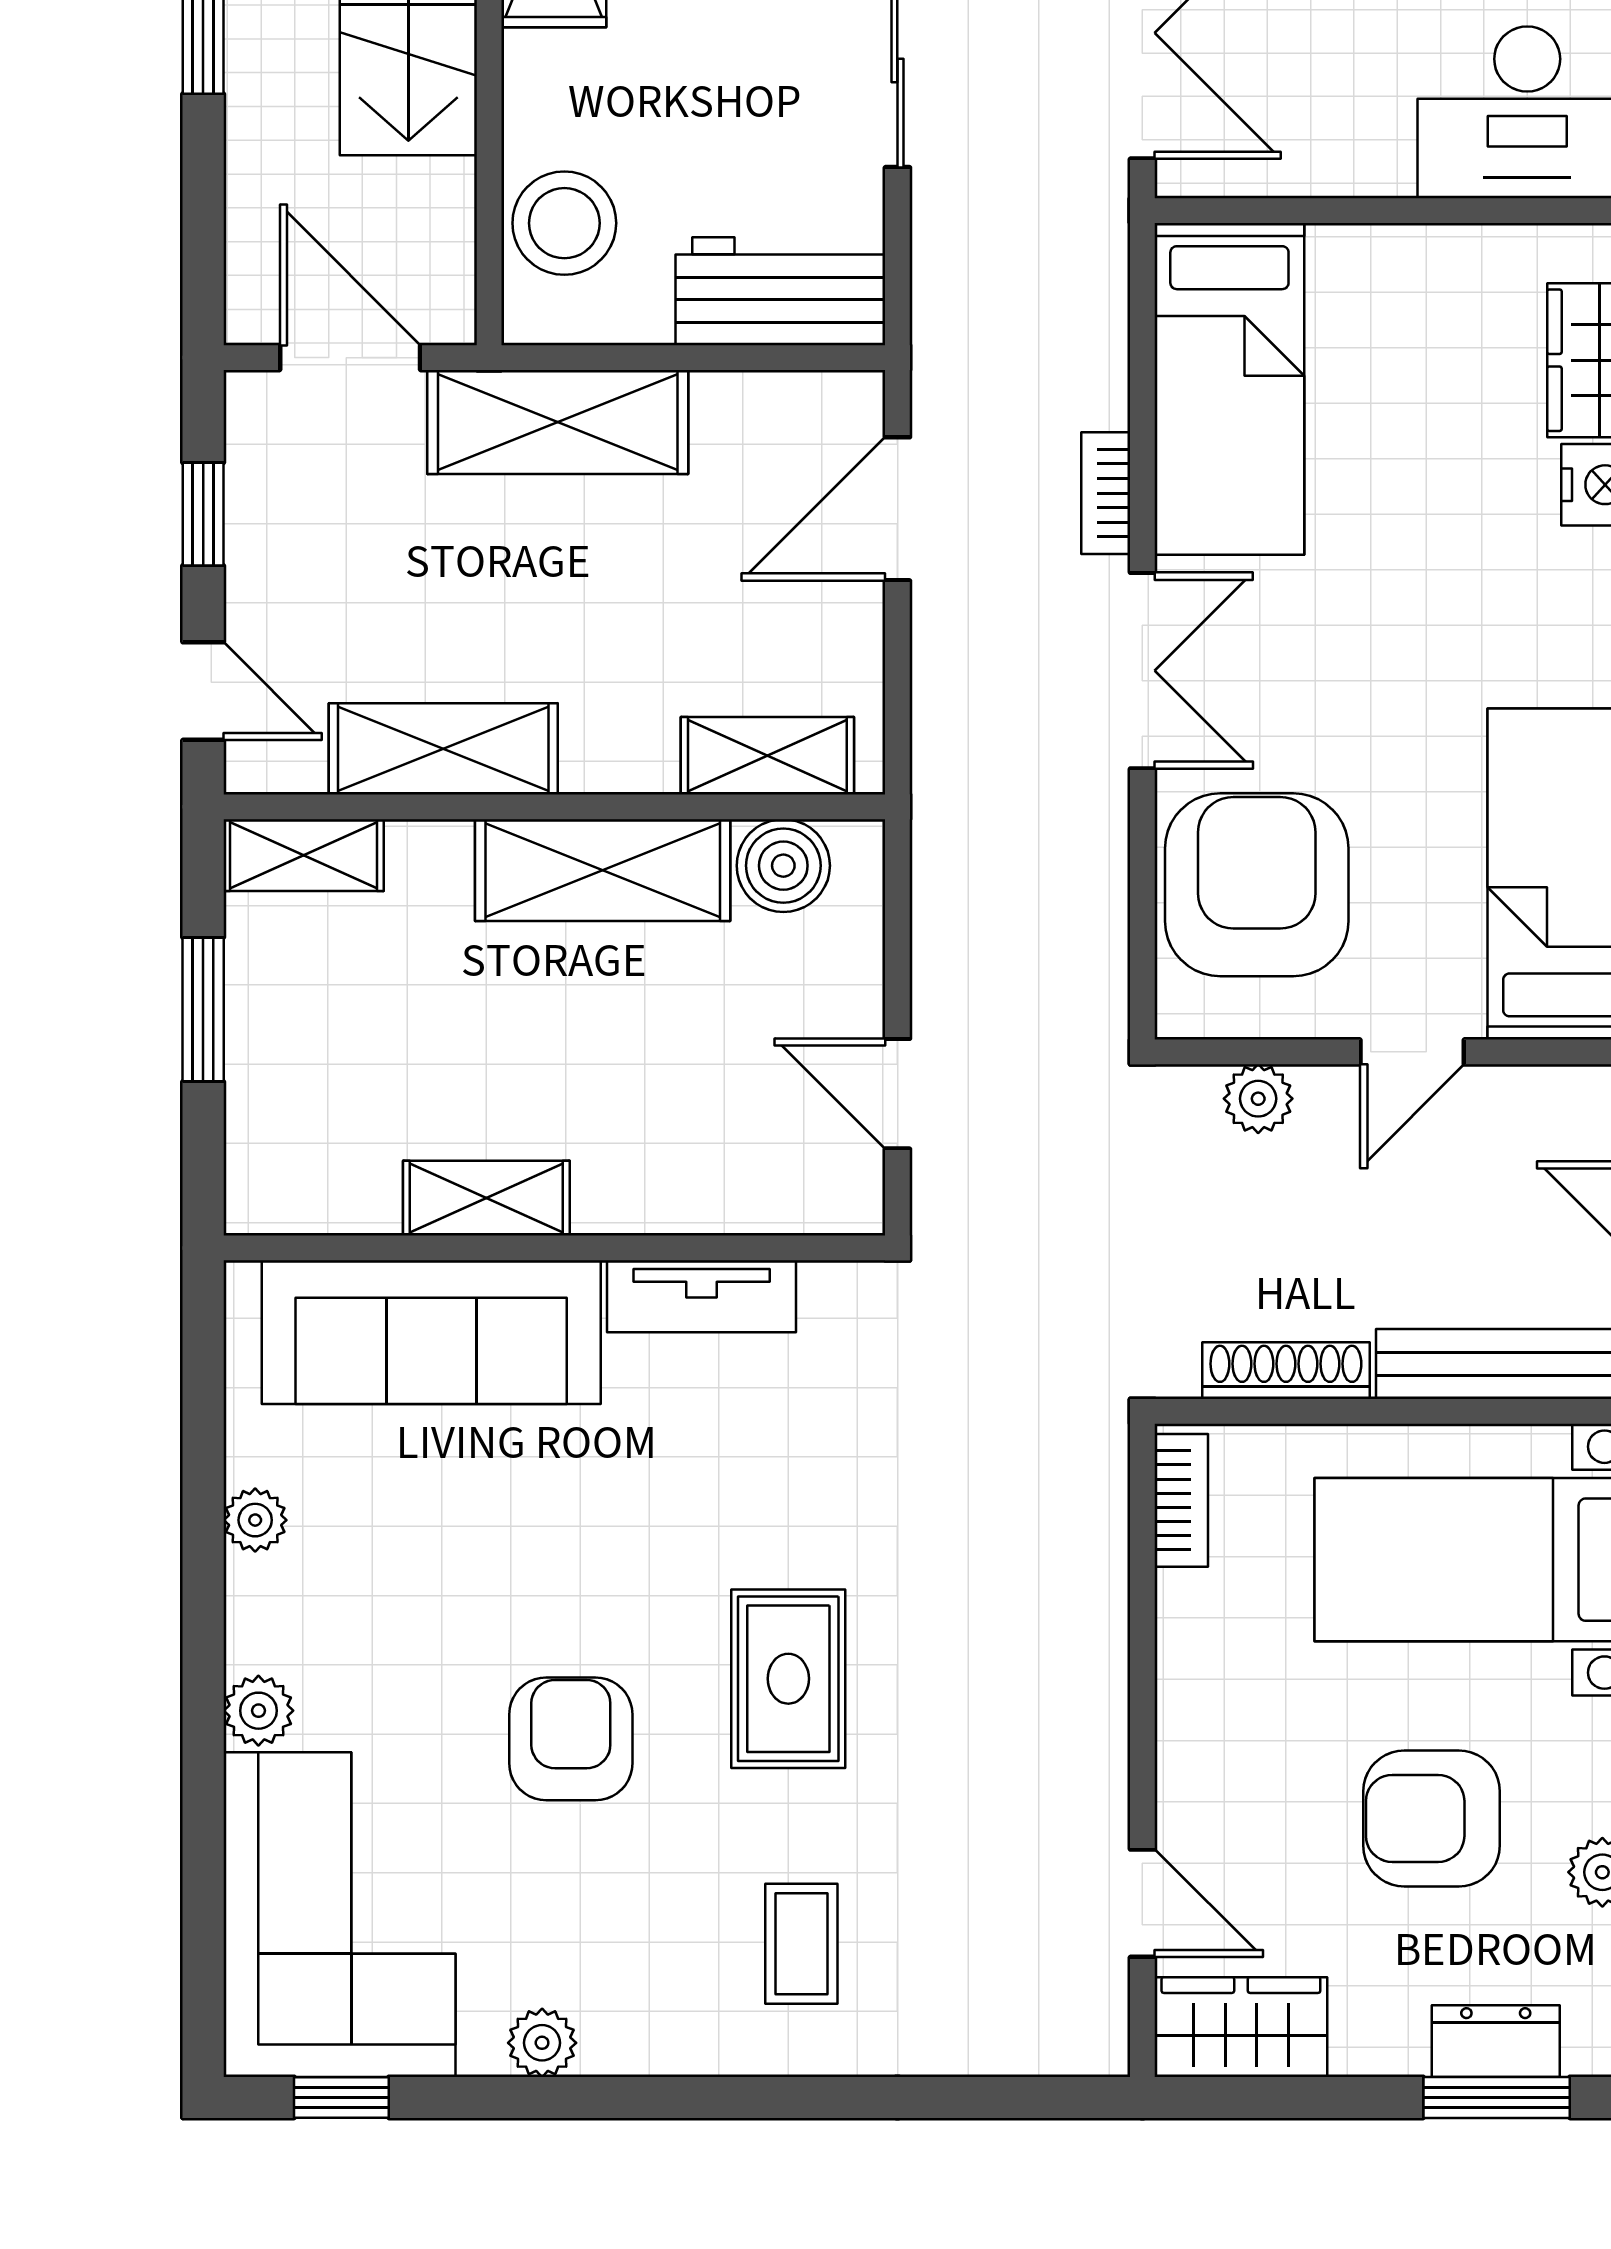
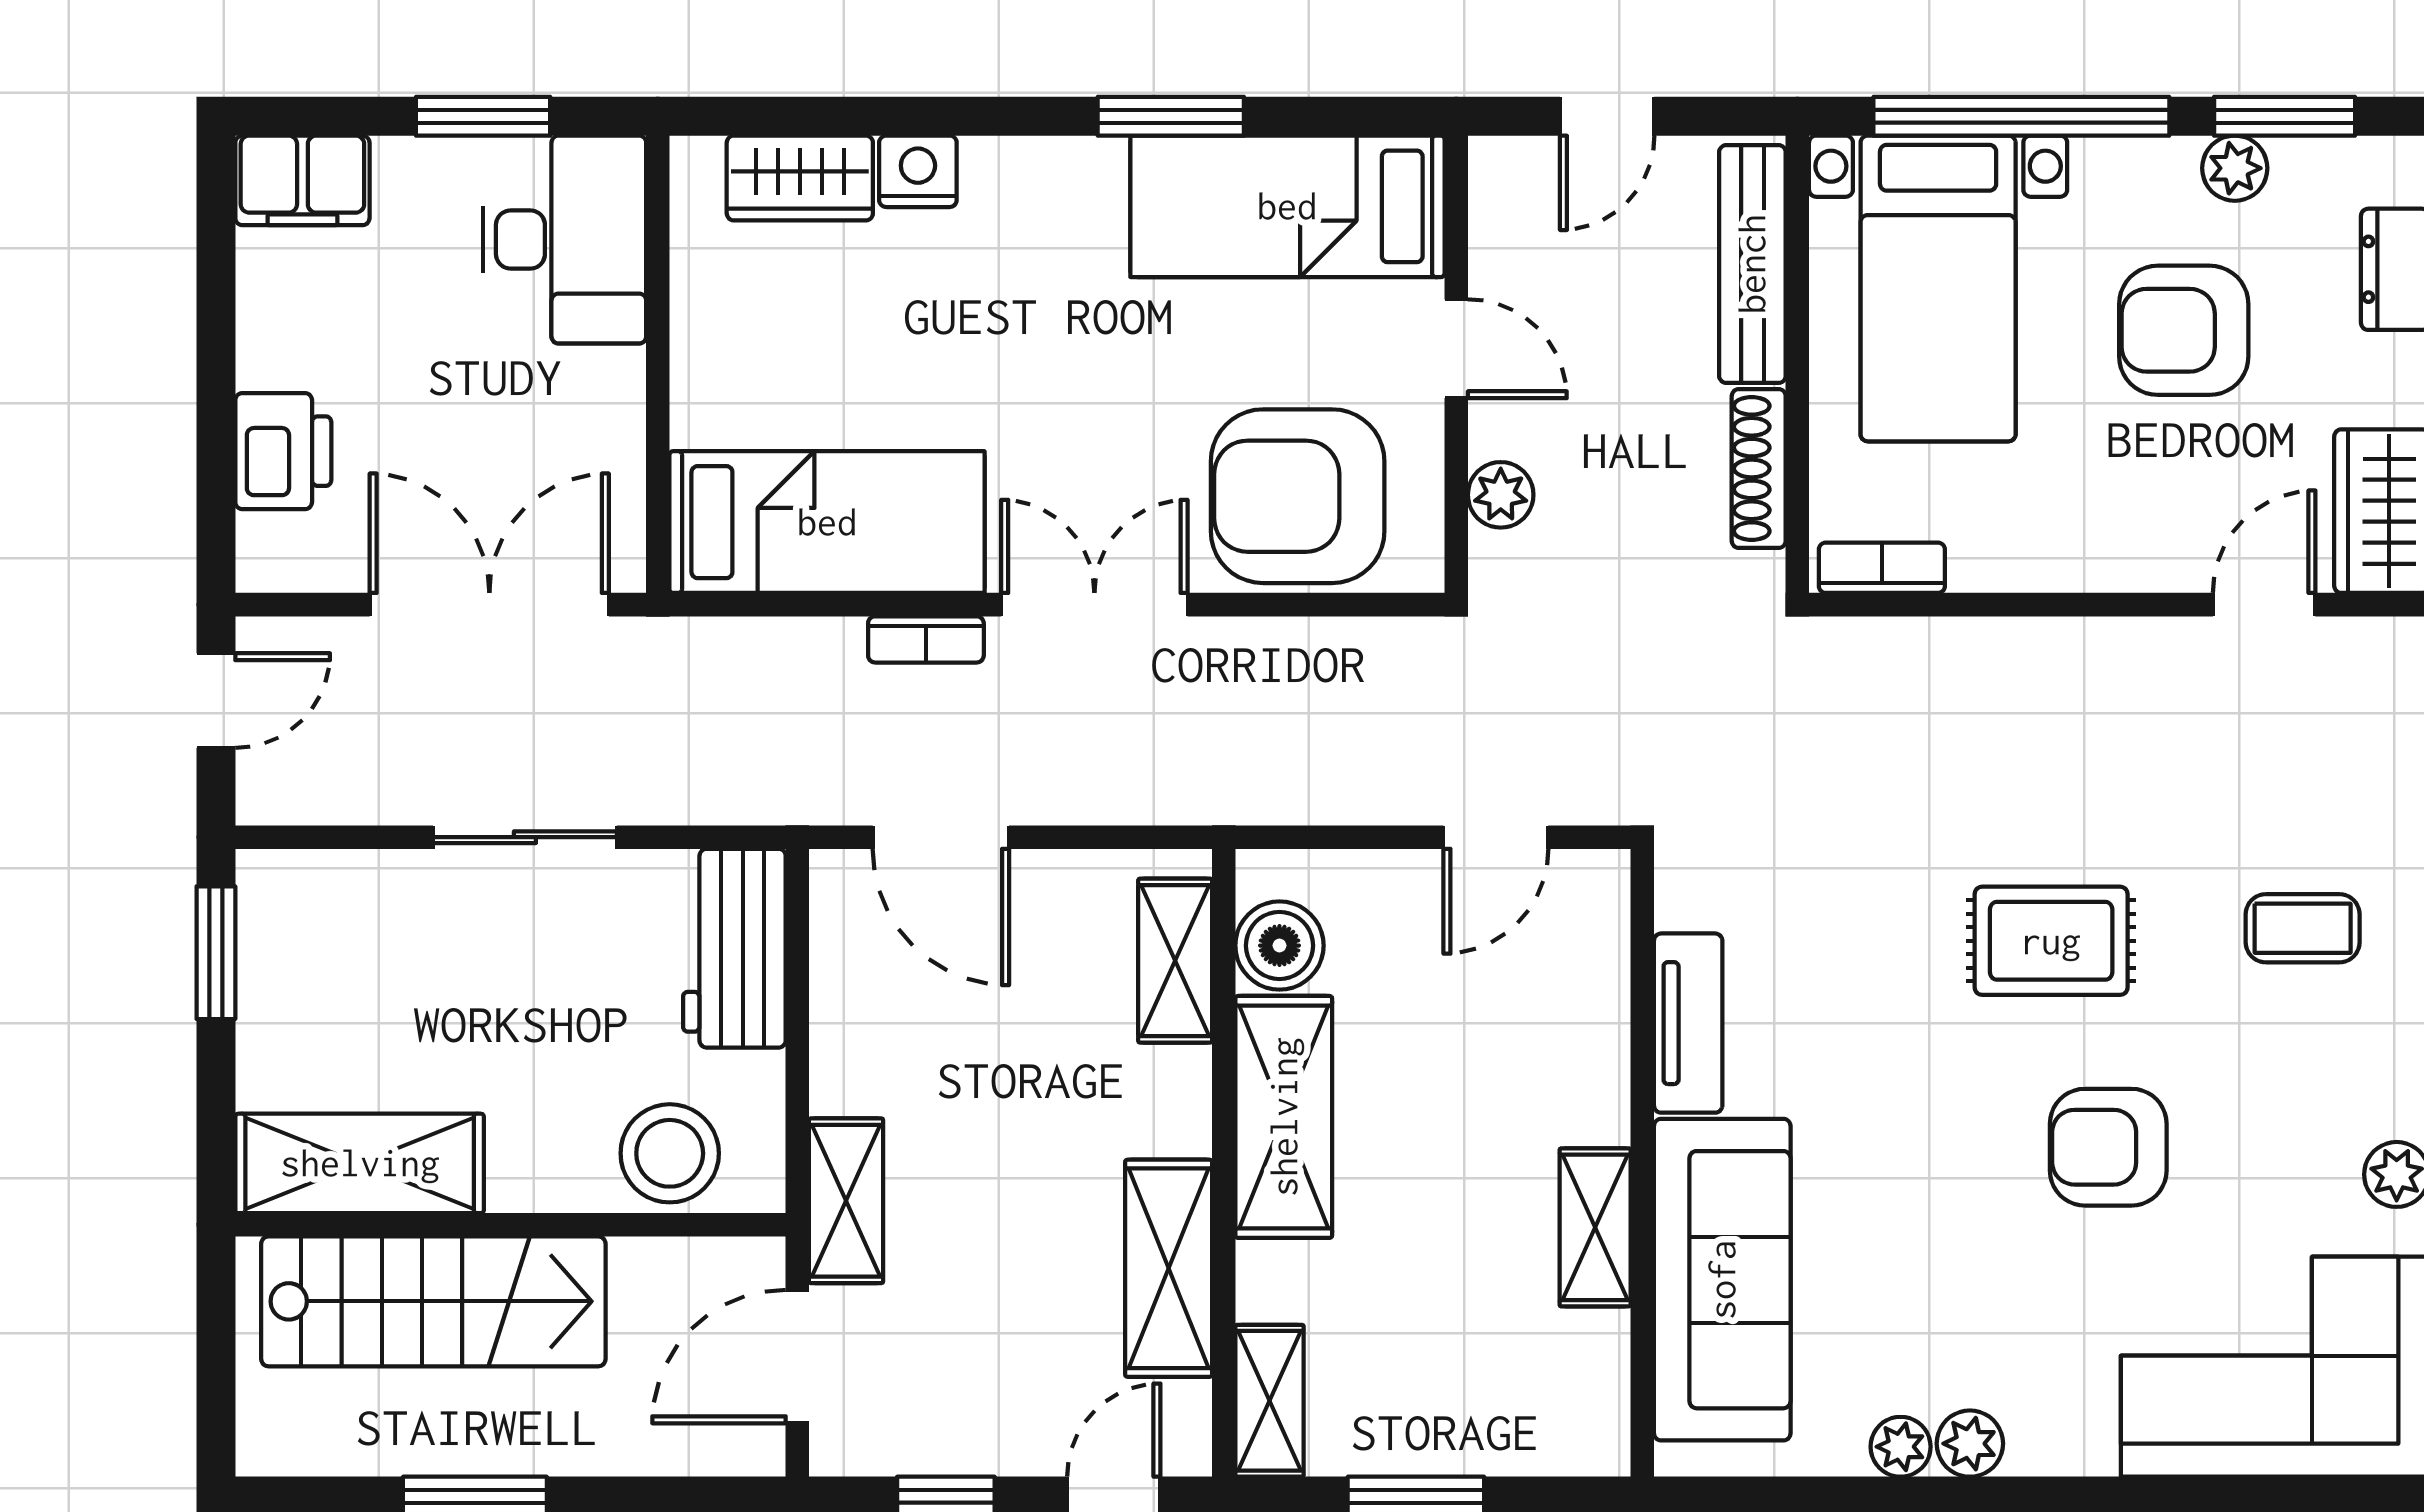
shelving: (558, 422) -> (846, 1201), width x0.67, depth x0.75
plant: (258, 1711) -> (1970, 1444), moved
armchair: (1432, 1818) -> (2184, 330), turned 90

